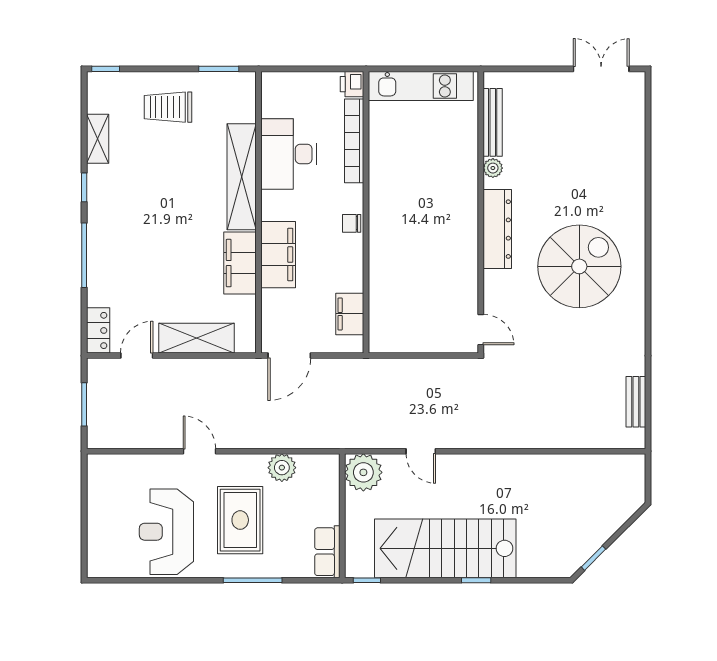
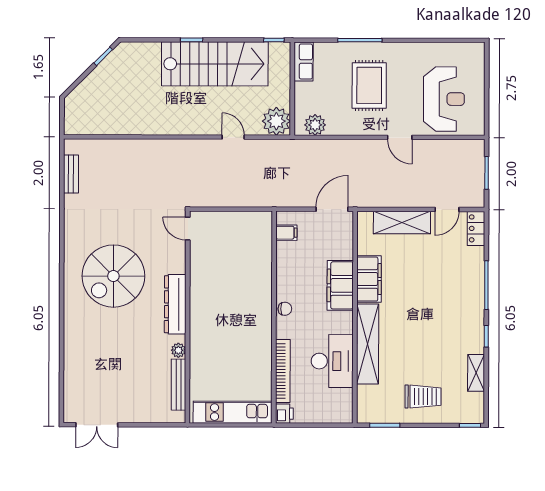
filing cabinet: (350, 314) -> (286, 233), width x0.50
plant: (282, 468) -> (315, 125), moved
reception desk: (166, 532) -> (444, 99), moved

